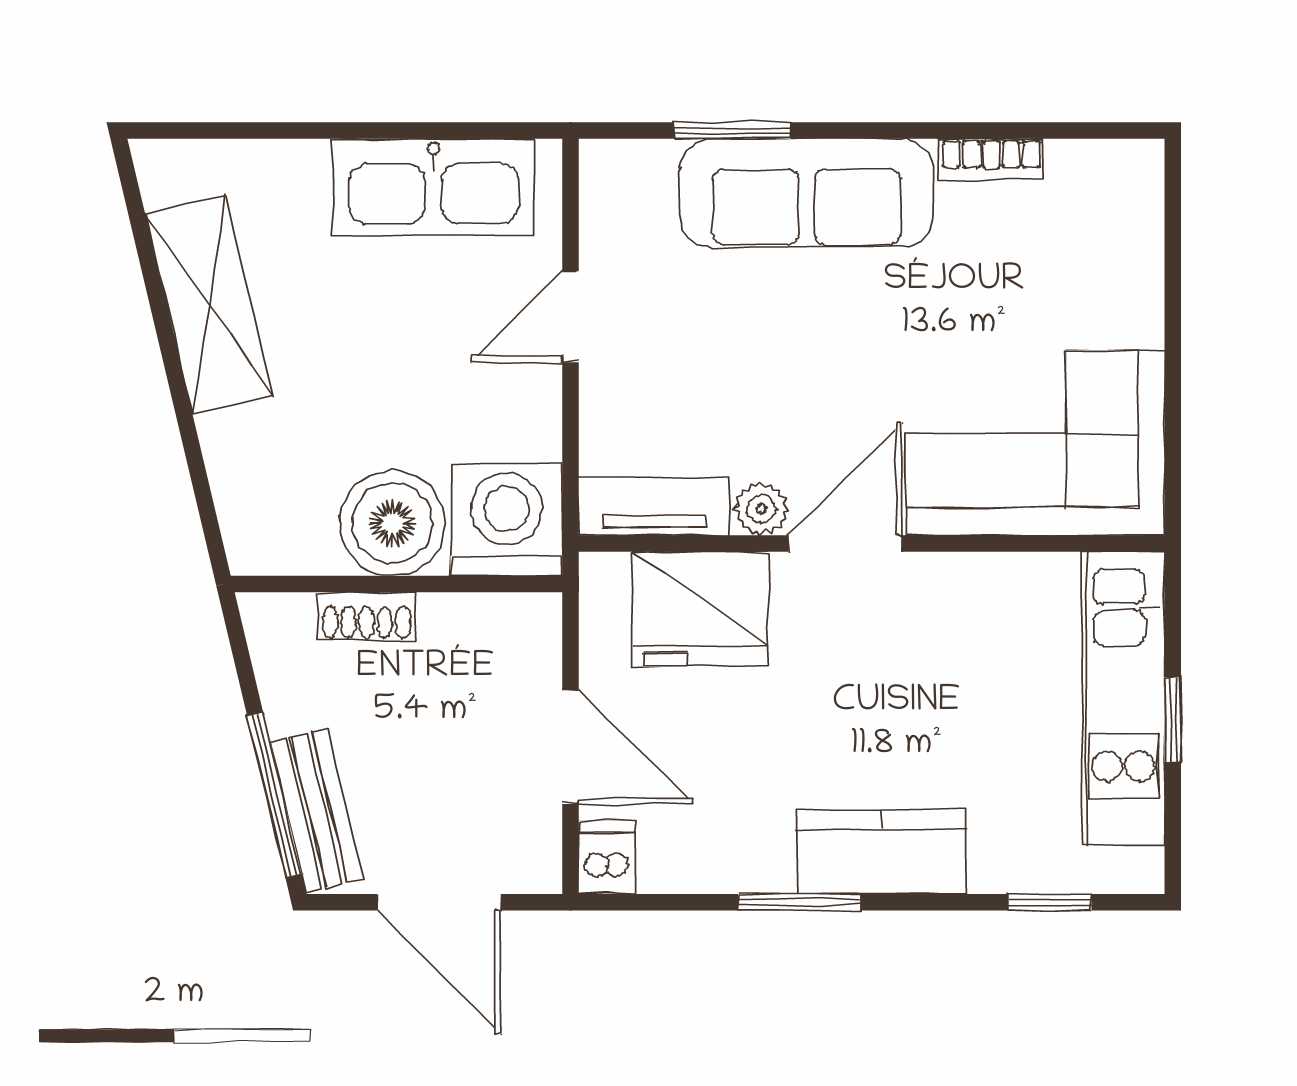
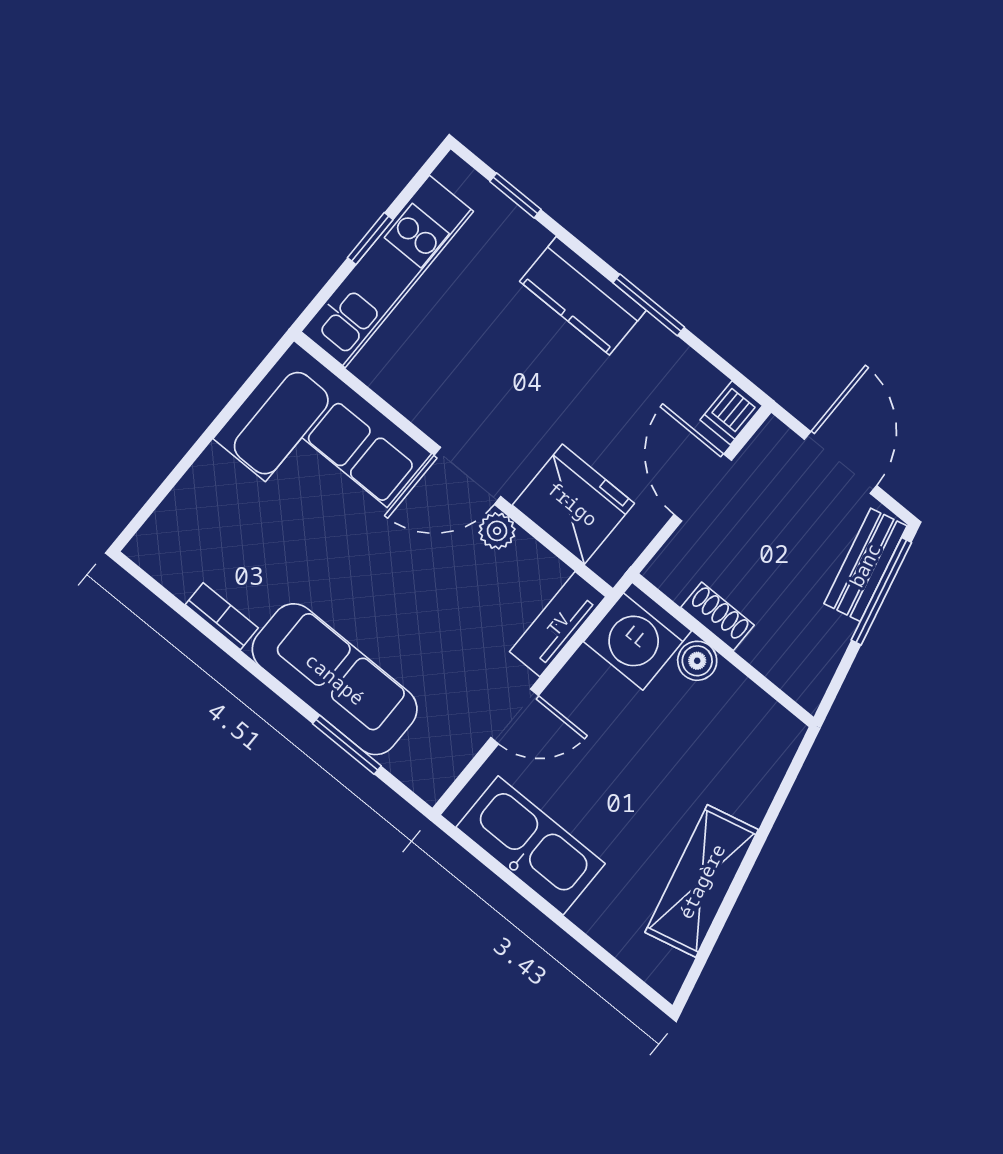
tv unit: (654, 507) -> (558, 624), moved, turned 90
boiler: (392, 523) -> (697, 661), width x0.54, depth x0.54
shoe rack: (367, 616) -> (717, 616), moved

